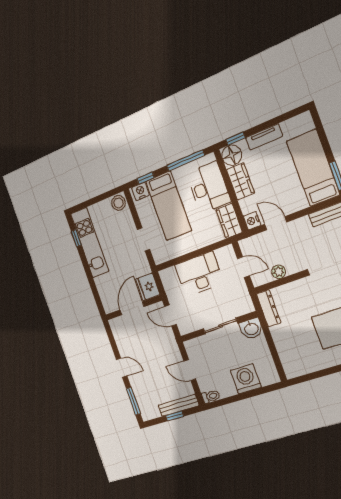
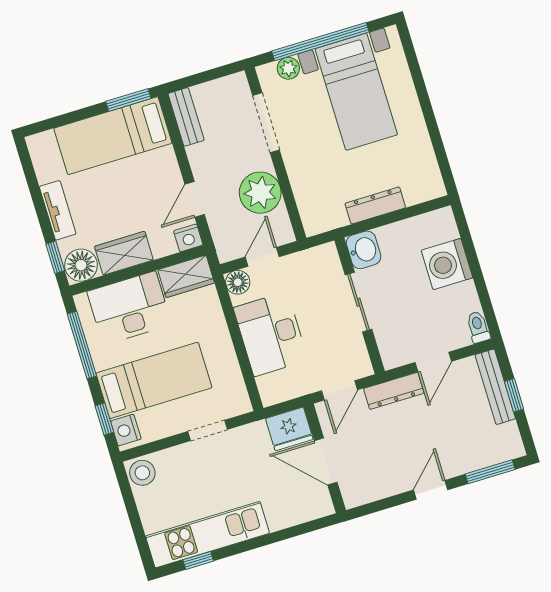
floor lamp: (228, 253) -> (238, 282), added
plant: (279, 272) -> (260, 193), width x1.88, depth x1.88
dresser: (269, 308) -> (375, 205), moved
dresser: (172, 347) -> (394, 391), added

